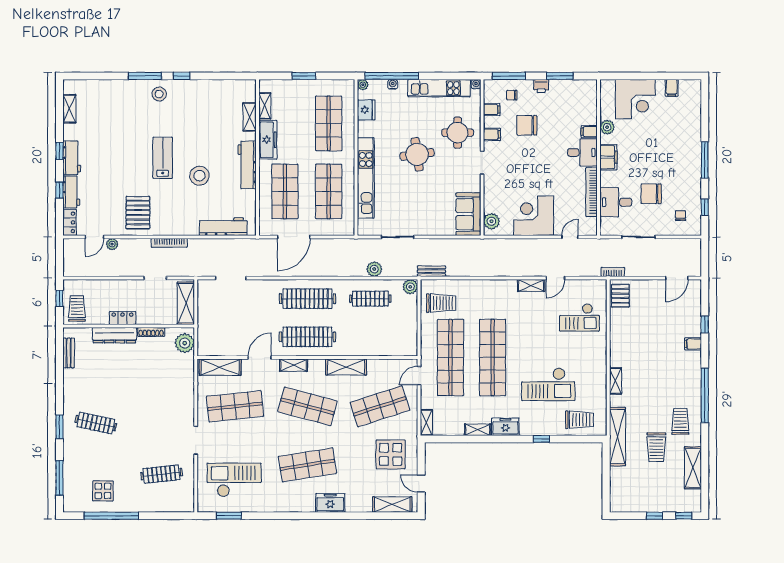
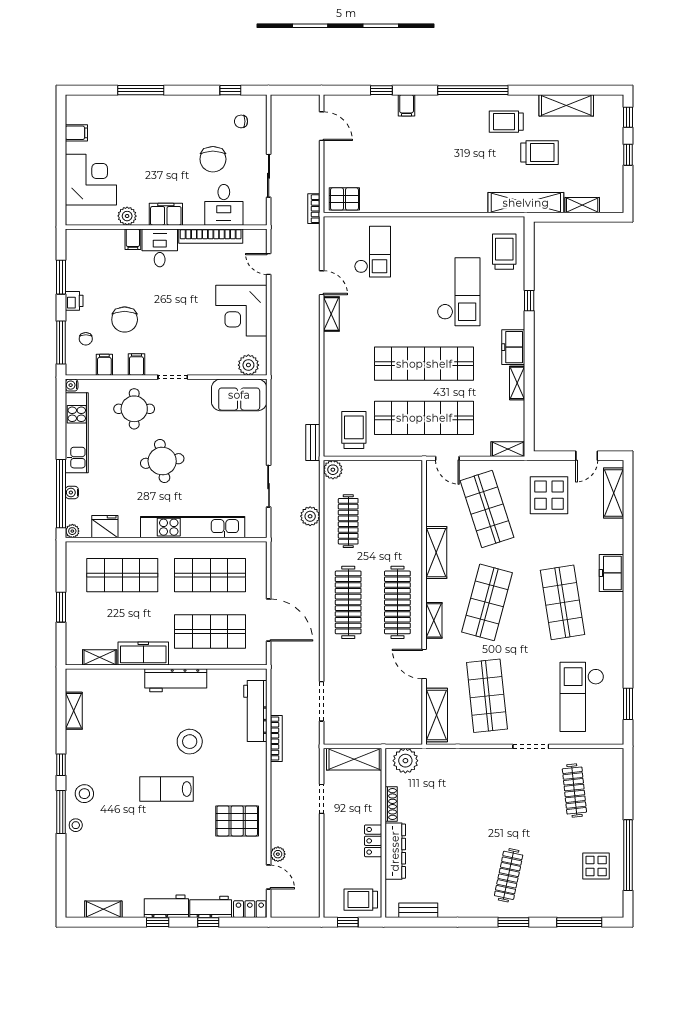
stool: (135, 87) -> (76, 825), added
shelving: (250, 117) -> (74, 711), moved, turned 90
window: (705, 160) -> (141, 90), moved
bookcase: (169, 243) -> (276, 739), moved
shelving: (616, 381) -> (582, 205), moved

